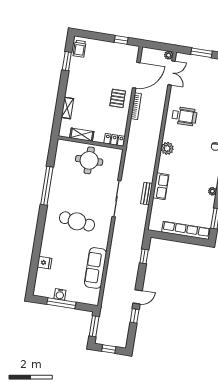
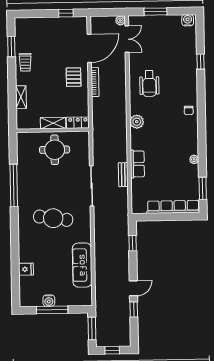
trolley: (80, 49) -> (25, 62), moved
wheelchair: (184, 116) -> (149, 84), turned 90
shelving: (82, 135) -> (53, 123), moved

